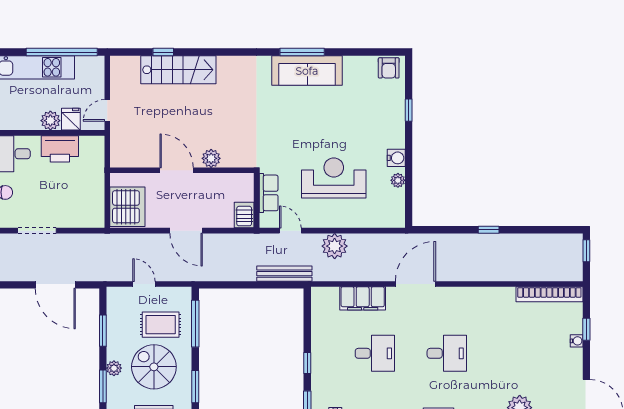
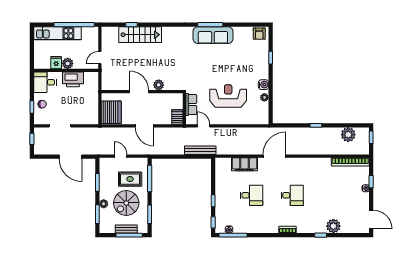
fridge: (71, 119) -> (56, 63), moved
plant: (335, 246) -> (348, 135), moved
spiral stairs: (154, 367) -> (126, 203), turned -90

